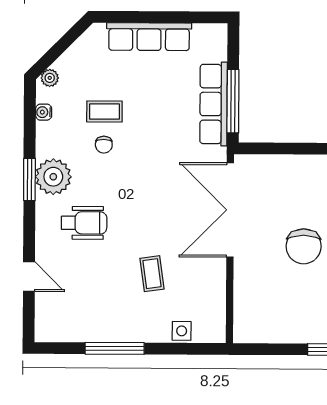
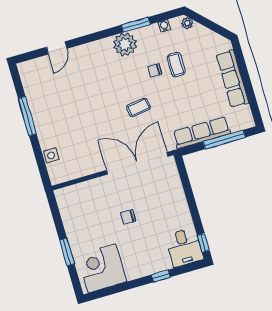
window: (233, 101) -> (224, 139), moved
window: (29, 179) -> (136, 25), moved
wheelchair: (84, 223) -> (101, 73), removed
chair: (304, 246) -> (128, 217), width x0.54, depth x0.54
coffee table: (152, 274) -> (138, 107), moved

